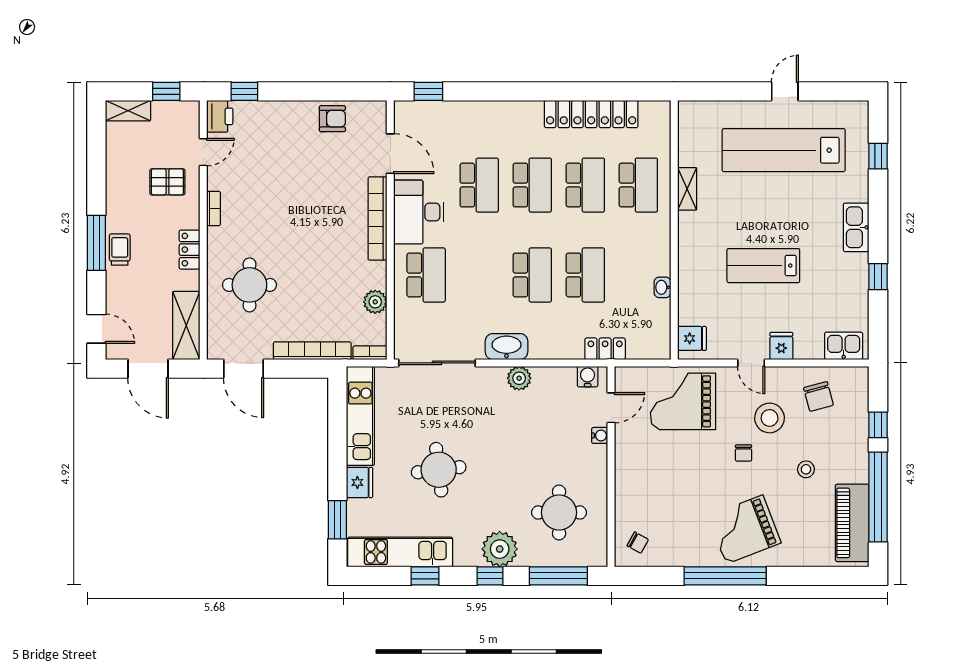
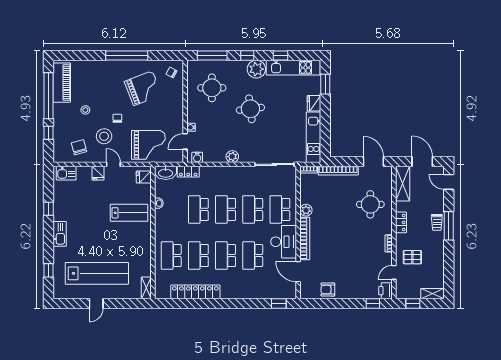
shelving: (687, 189) -> (146, 288), moved
lab bench: (763, 266) -> (129, 213), moved
school desk: (479, 275) -> (253, 209), added
plant: (375, 302) -> (306, 210), moved
washbasin: (506, 347) -> (166, 173), moved
round table: (439, 470) -> (250, 109), moved
grand piano: (744, 529) -> (143, 88), moved
plant: (500, 549) -> (256, 69), moved

